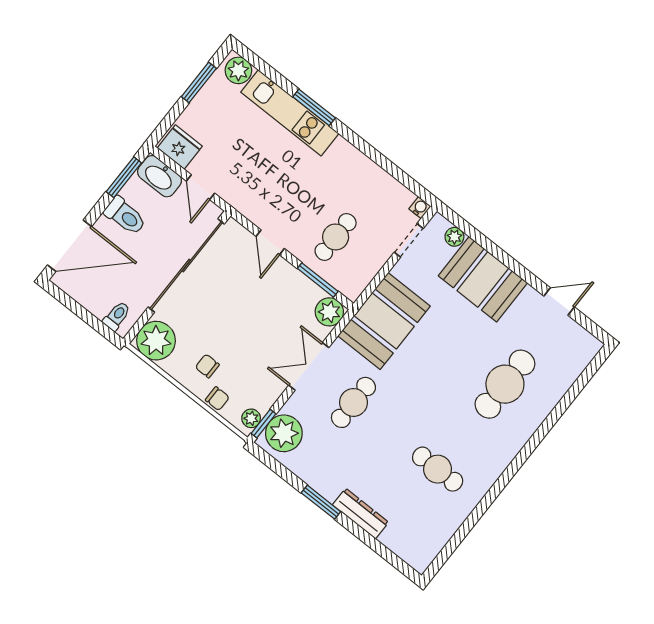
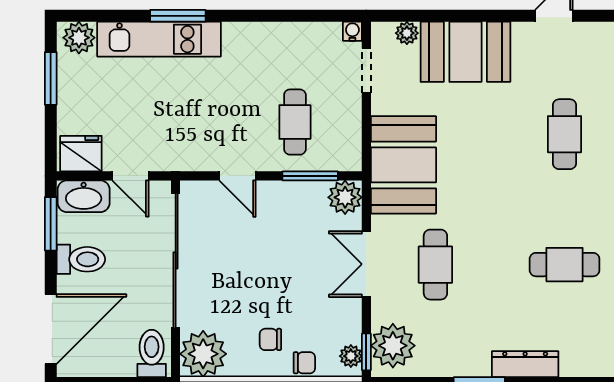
toilet: (117, 316) -> (152, 353), width x1.37, depth x1.39
cafe table: (505, 384) -> (565, 134), width x0.73, depth x0.74

